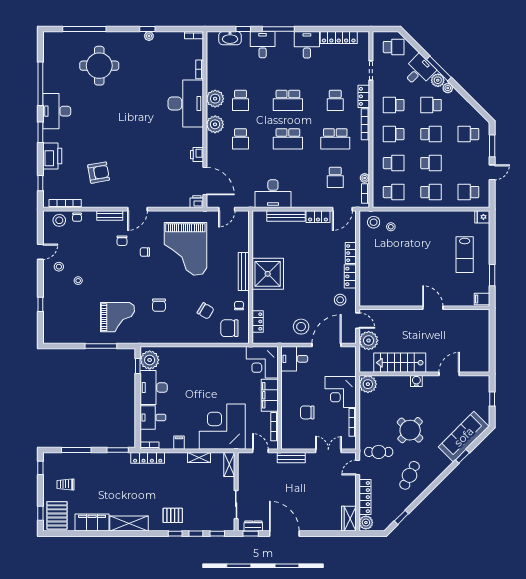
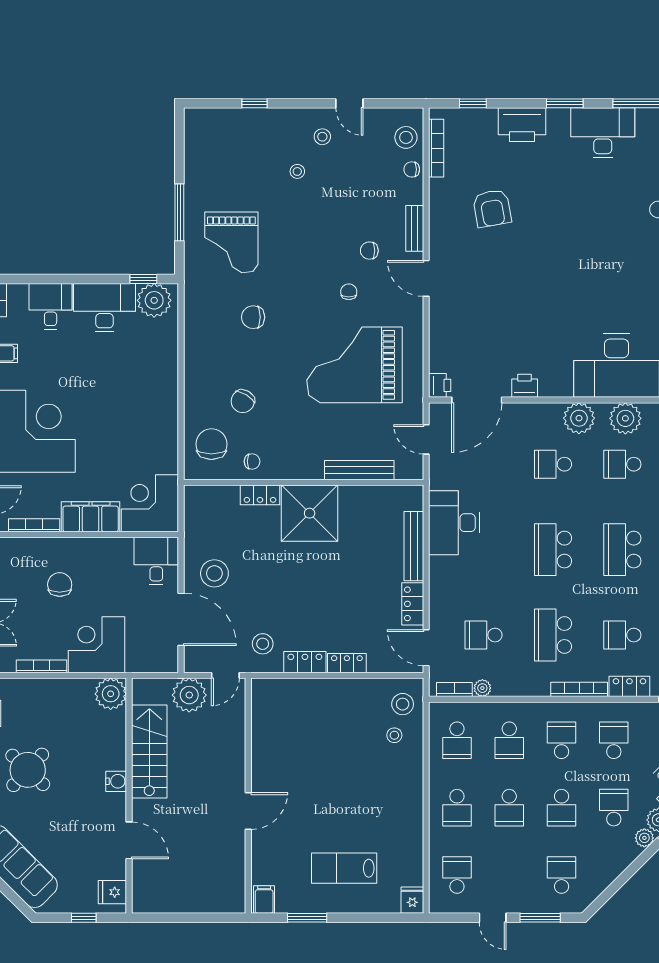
bench: (244, 271) -> (359, 470), moved
locker: (258, 321) -> (260, 495), moved
fridge: (478, 383) -> (112, 892), added

